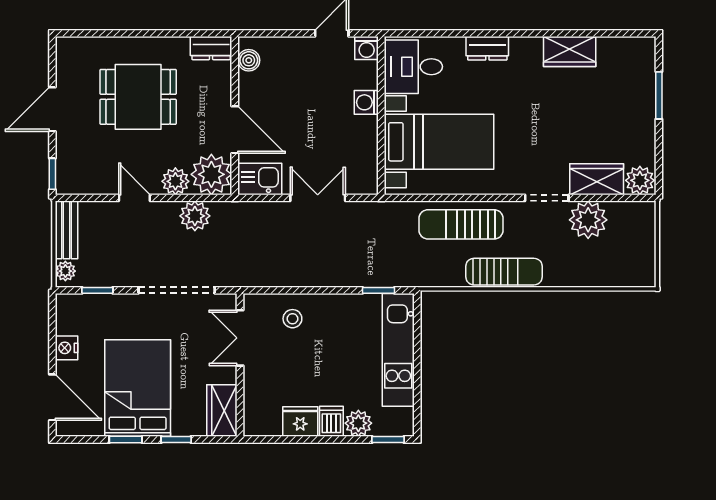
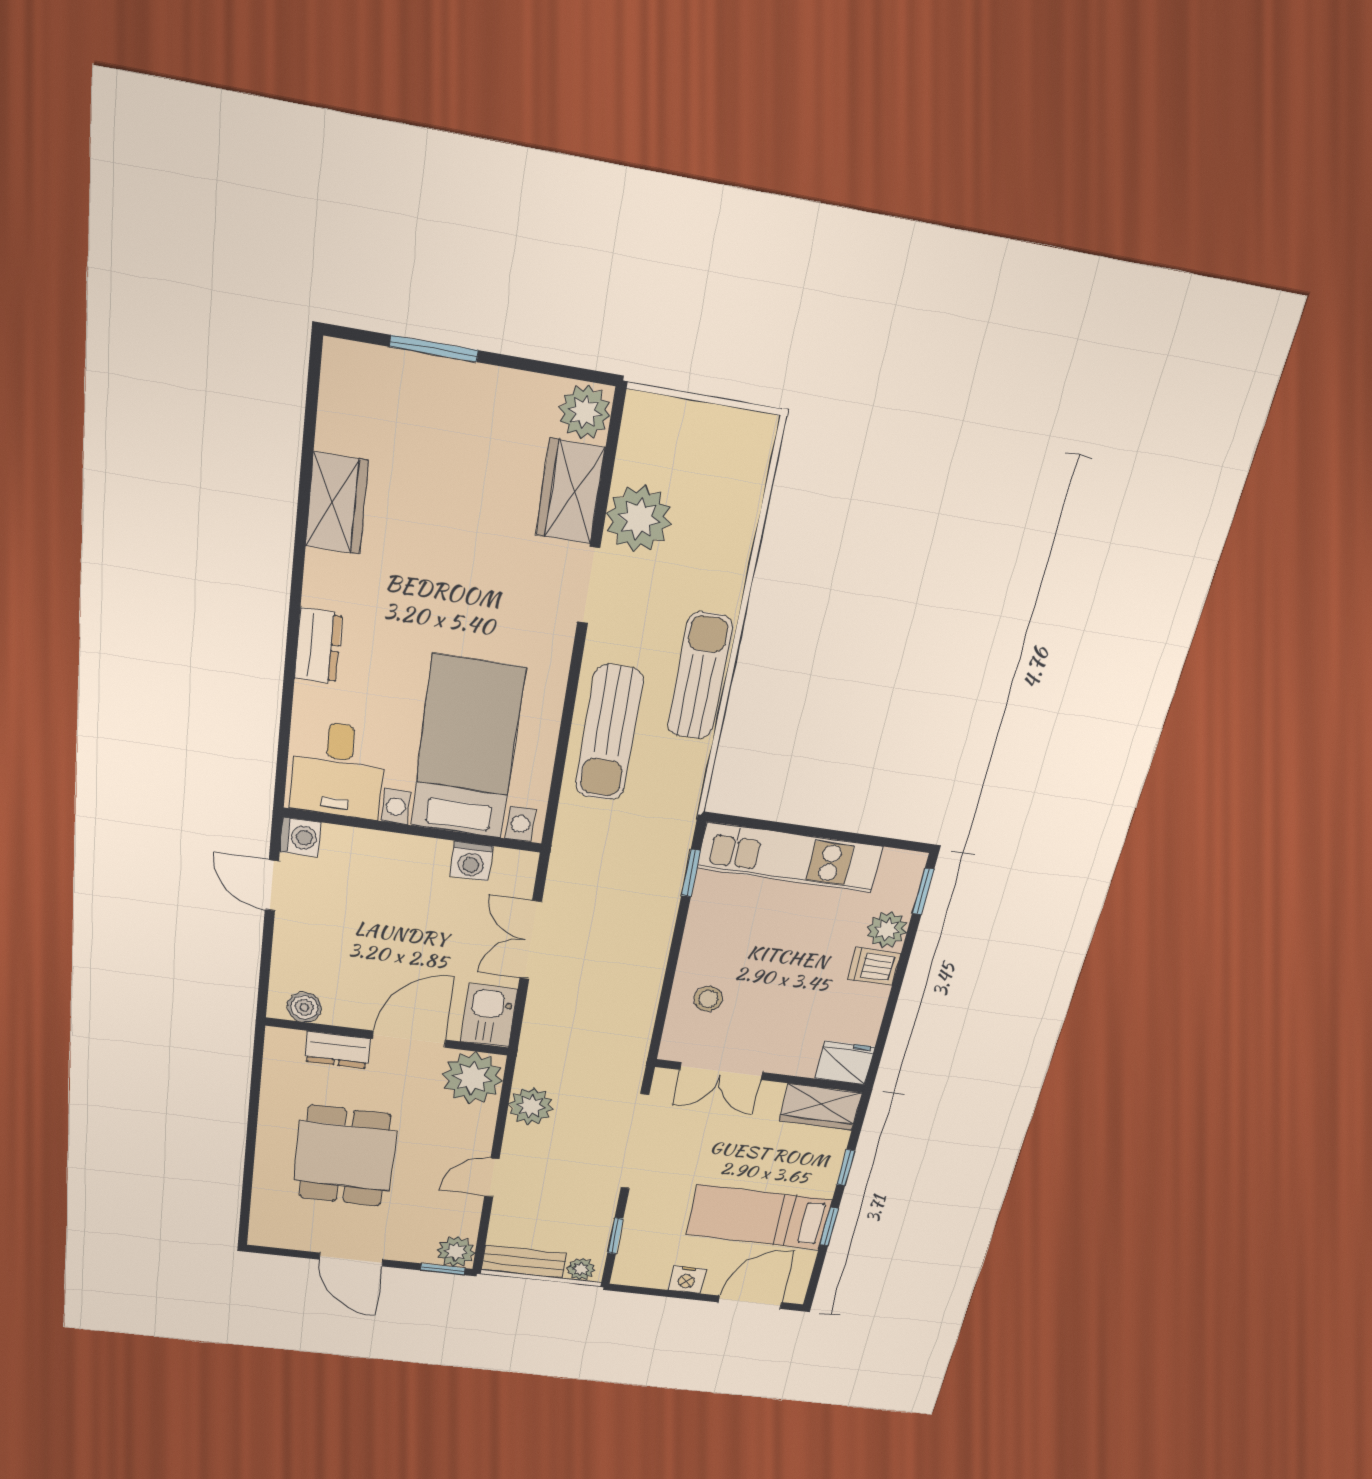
dresser: (211, 48) -> (337, 1050), moved, turned 90
washing machine: (366, 102) -> (471, 861), moved
plant: (175, 181) -> (456, 1252), moved
bed: (138, 388) -> (759, 1217), width x0.67
fridge: (300, 421) -> (845, 1063), moved, turned 90

